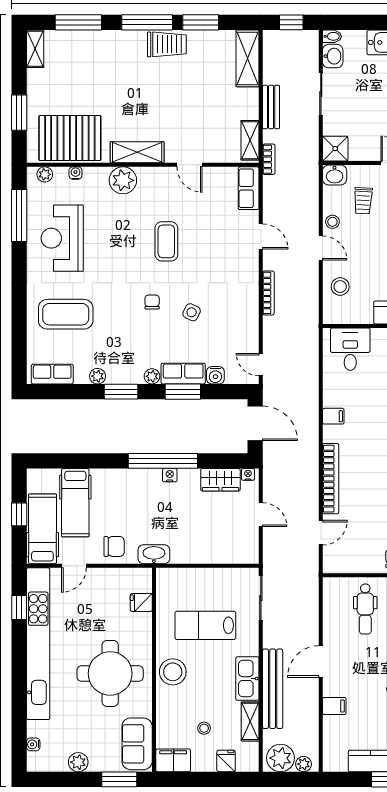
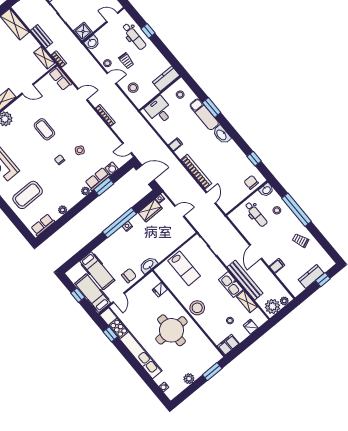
trolley: (363, 201) -> (126, 61), moved
window: (121, 392) -> (78, 208), removed
lab bench: (205, 625) -> (184, 268), moved, turned -90
sofa: (137, 744) -> (207, 350), removed

